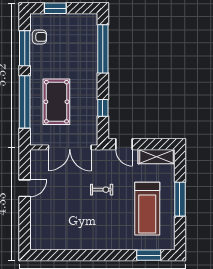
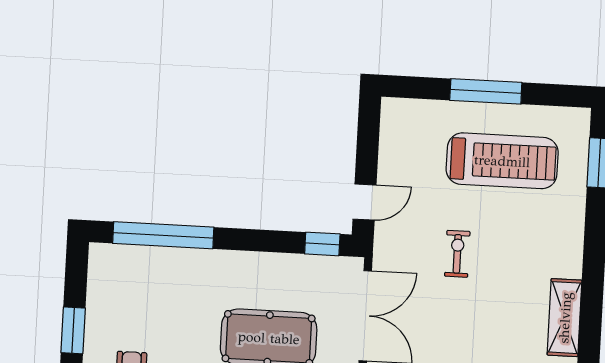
window: (103, 108) -> (322, 244), moved
shelving: (156, 157) -> (565, 318), moved

